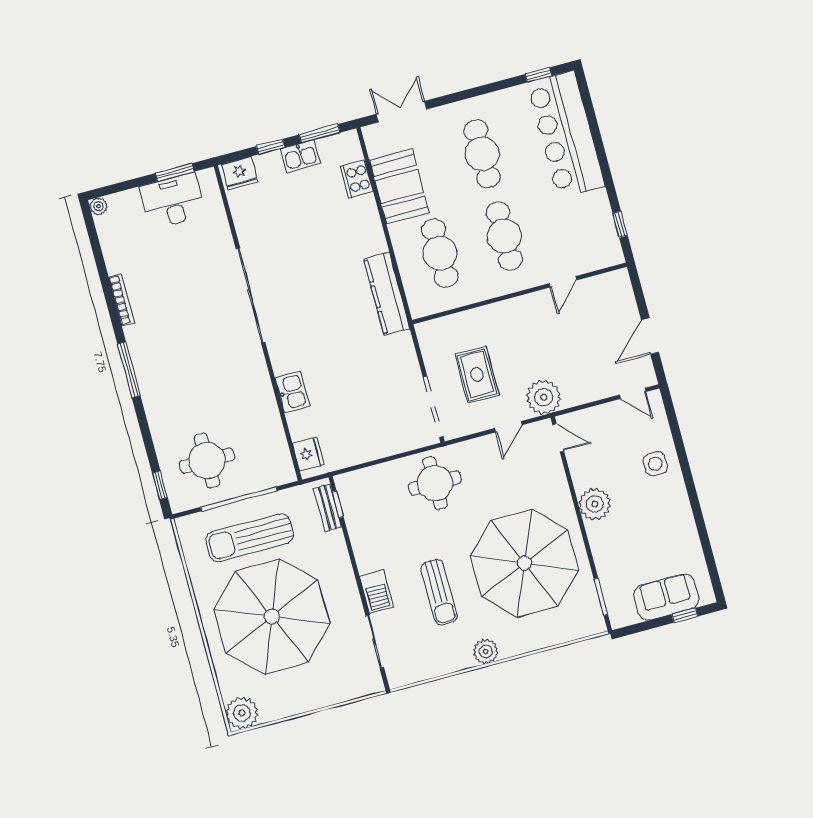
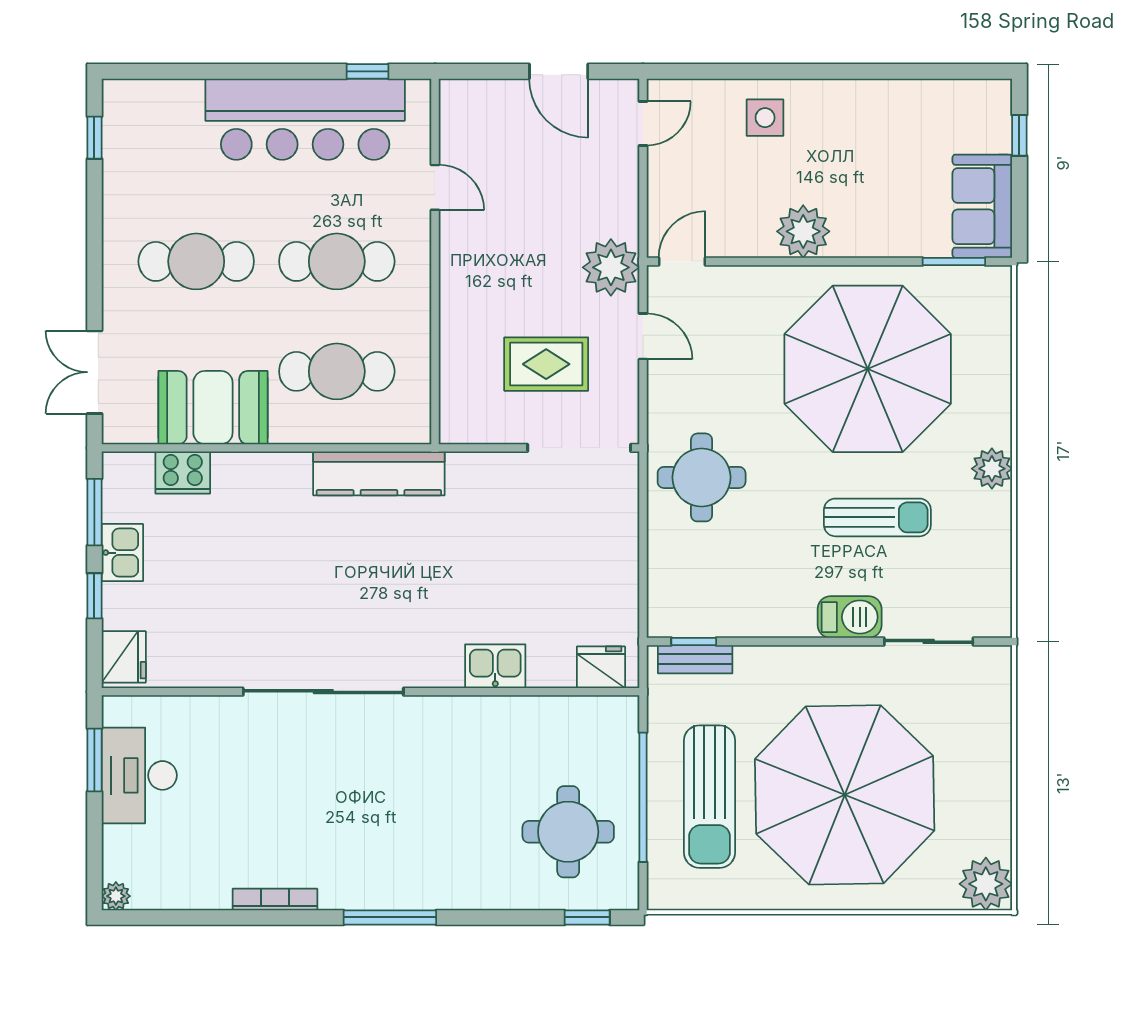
bar counter: (566, 134) -> (305, 119), moved
sofa: (666, 597) -> (982, 206), moved

